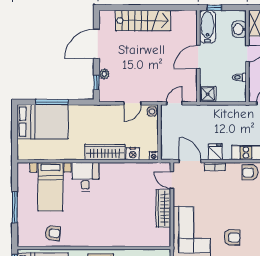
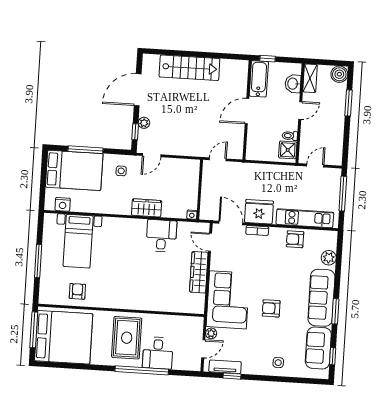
shower: (208, 94) -> (288, 150), moved
door: (132, 103) -> (152, 155), moved
side table: (152, 111) -> (121, 171), moved
wardrobe: (105, 152) -> (147, 208), width x0.67
fridge: (215, 152) -> (259, 212), width x1.88, depth x1.34
nightstand: (133, 154) -> (63, 204), moved
desk: (85, 177) -> (161, 236), moved
armchair: (53, 233) -> (77, 291), turned -96
armchair: (232, 237) -> (271, 308), turned 180

